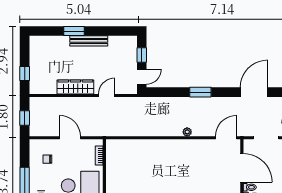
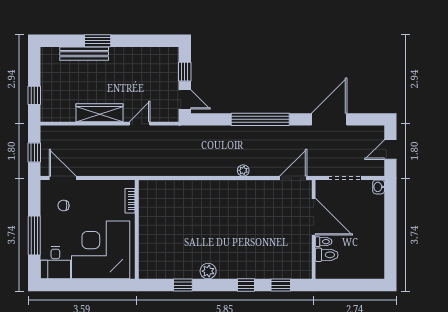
bench: (89, 41) -> (84, 54), moved
door: (142, 77) -> (185, 99), hinge flipped
window: (200, 92) -> (260, 119), width x2.11
door: (70, 138) -> (63, 178), moved

